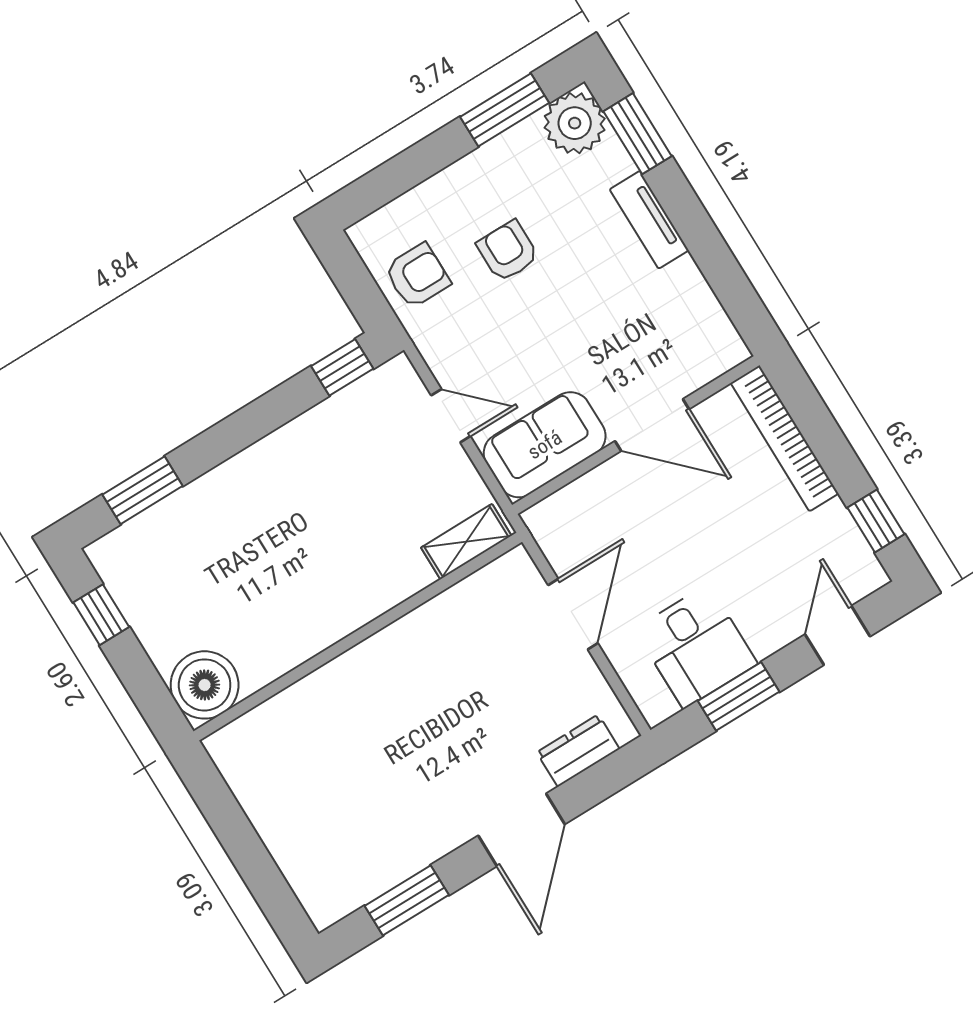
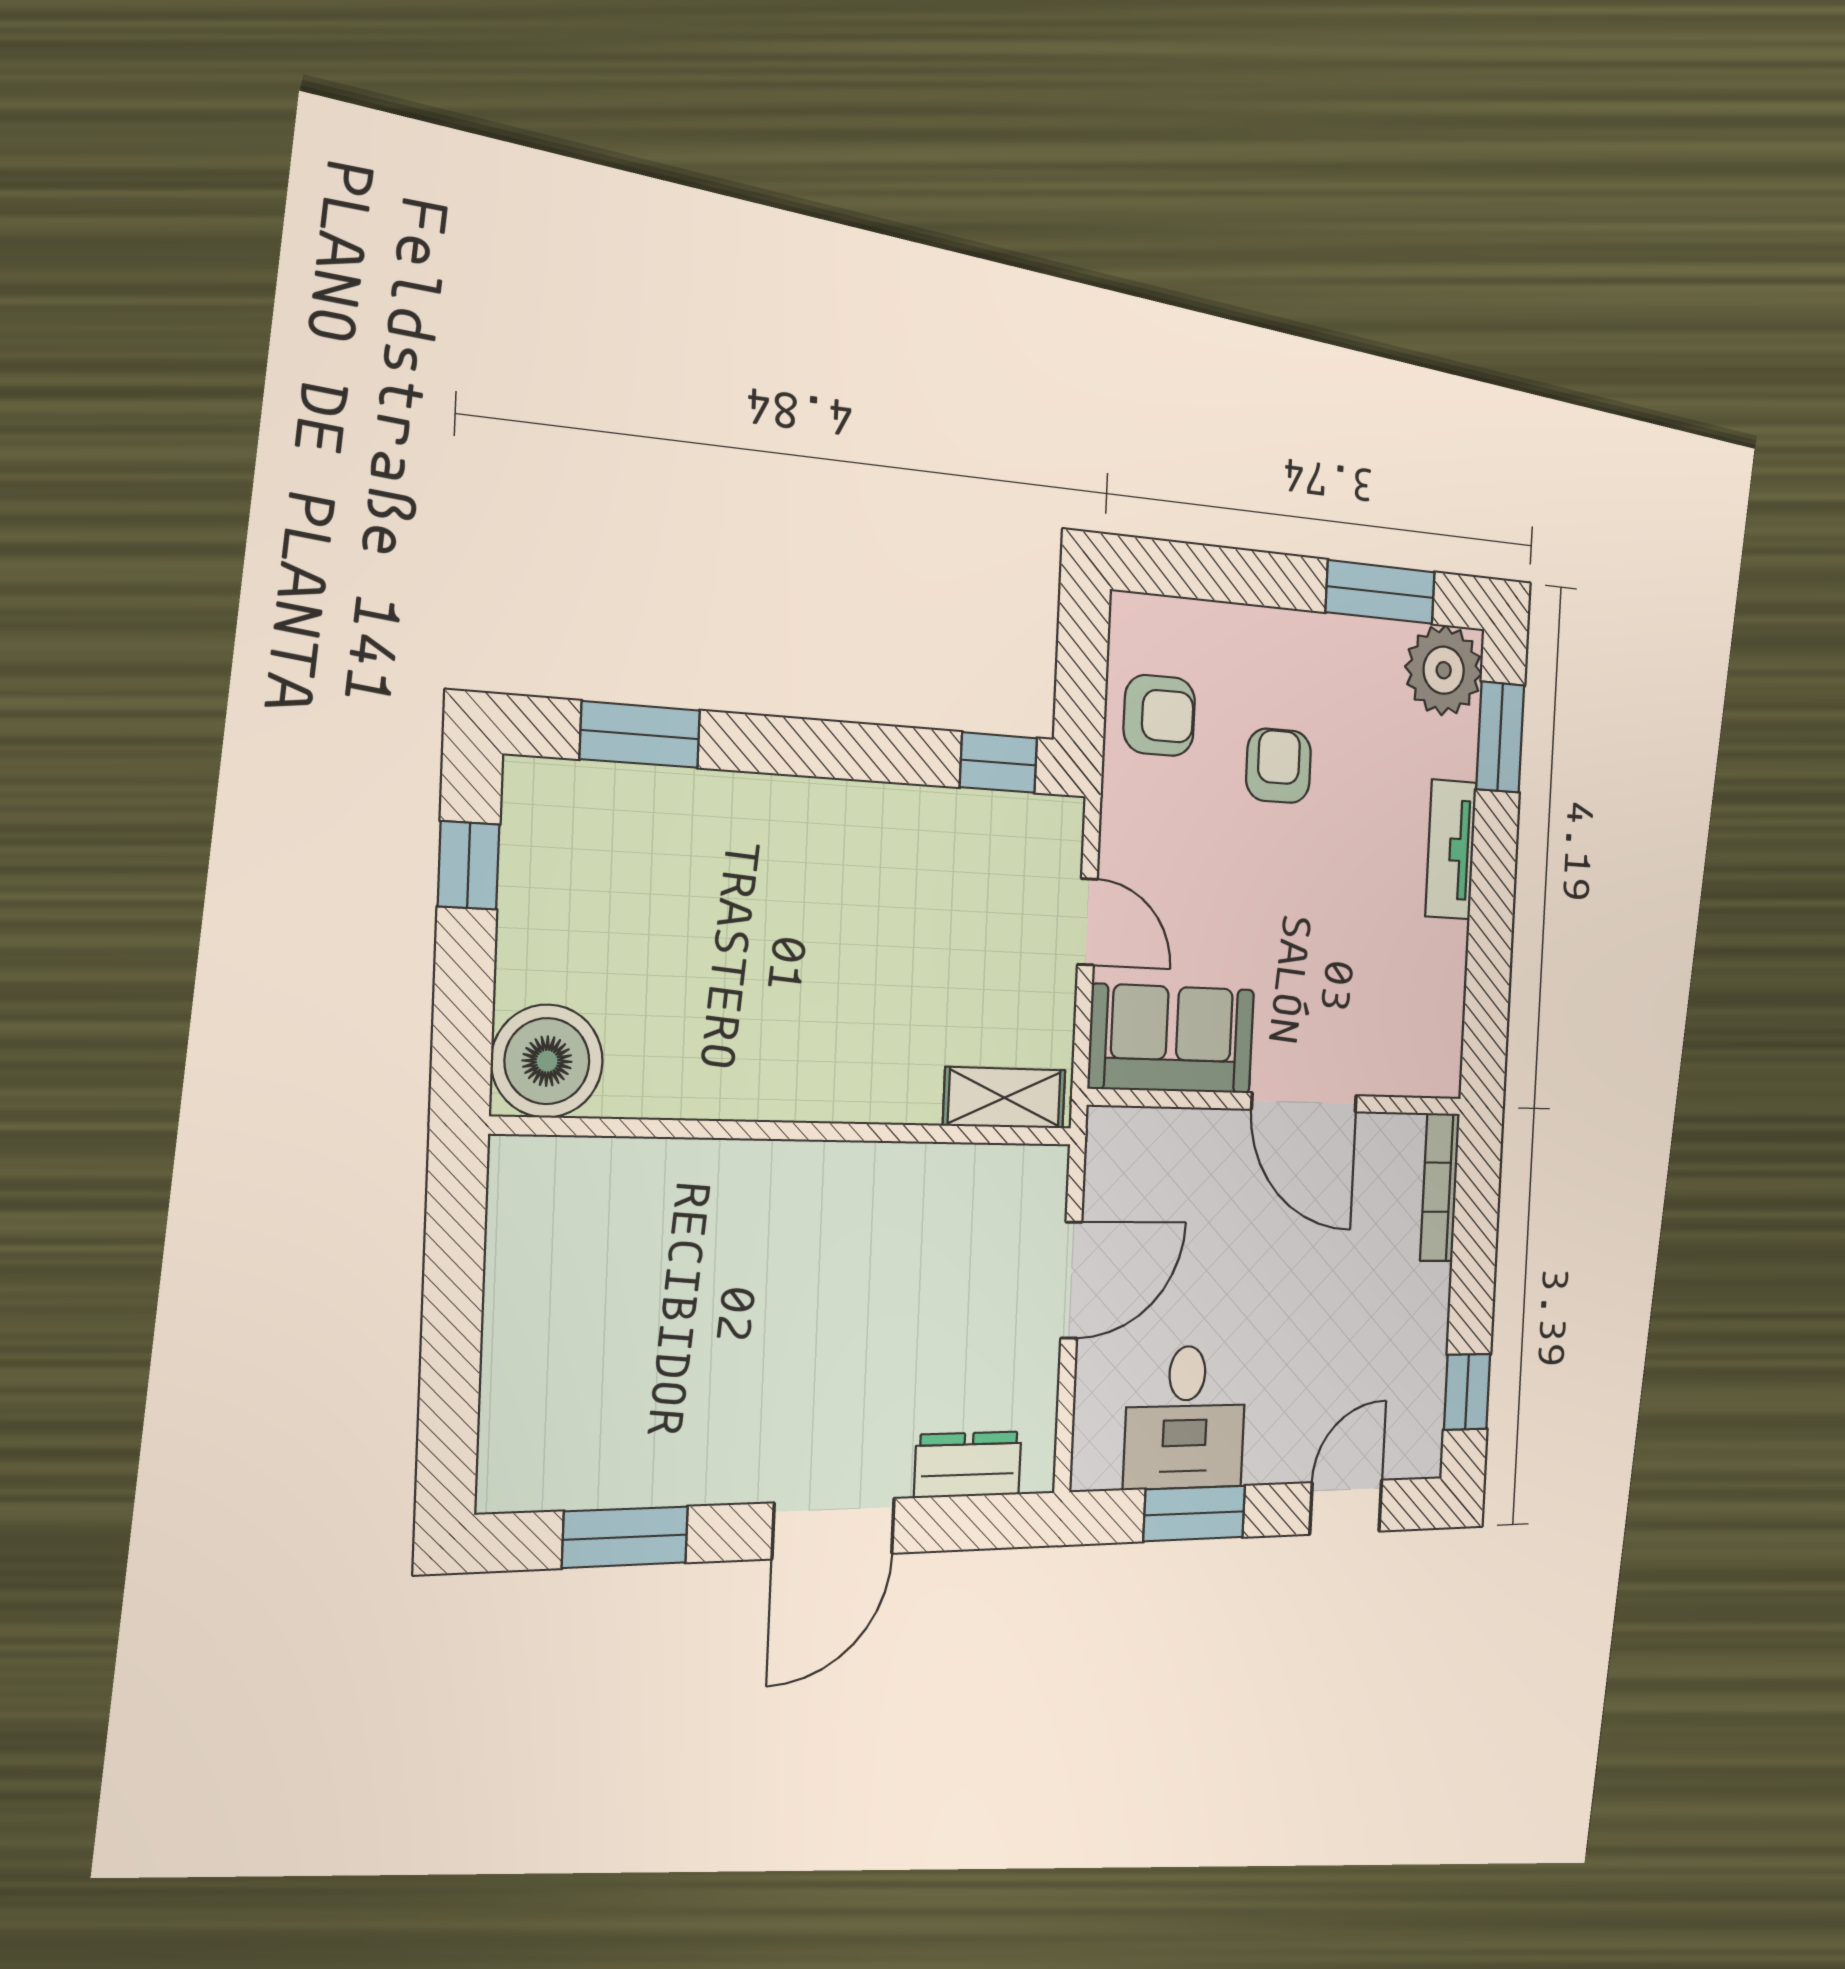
bookcase: (784, 438) -> (1440, 1187), width x0.68, depth x0.76

